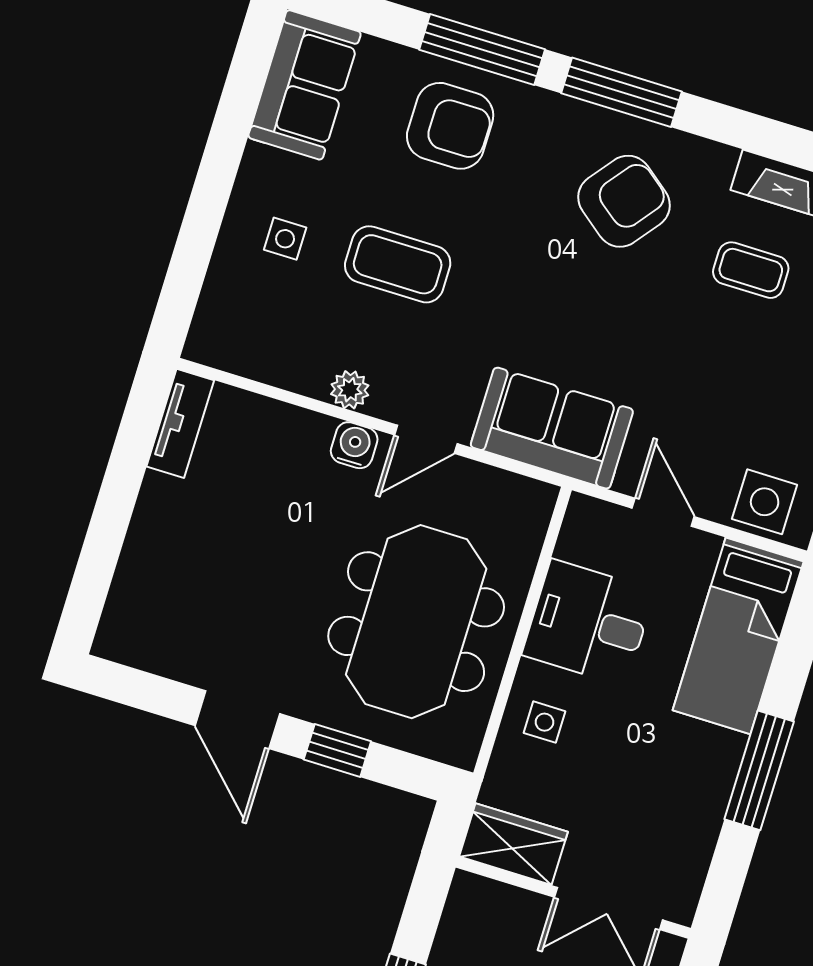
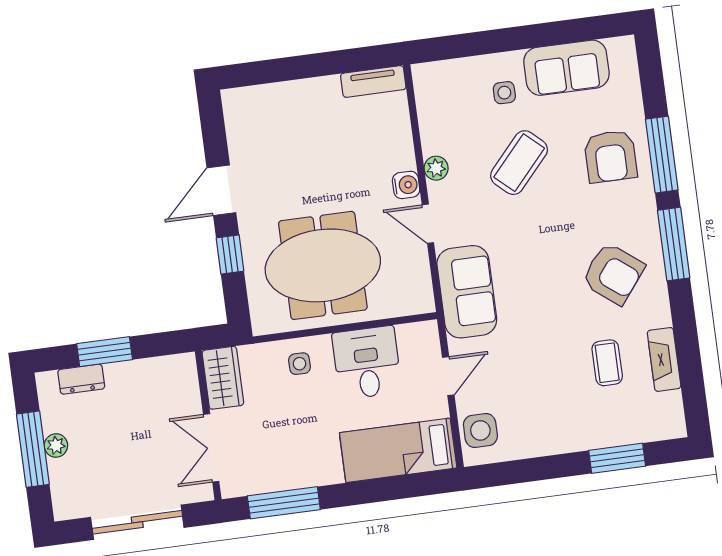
sofa: (305, 85) -> (566, 68), moved
coffee table: (398, 264) -> (519, 163), turned 42
window: (759, 770) -> (284, 503), moved

